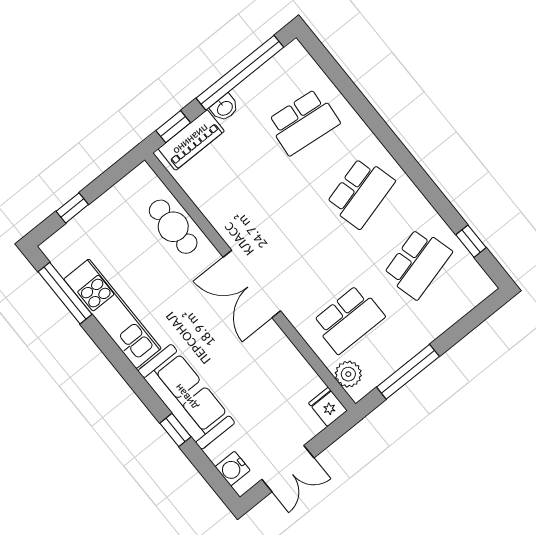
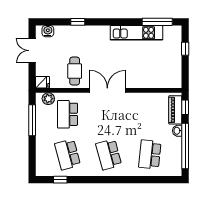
cafe table: (173, 227) -> (75, 71), moved, turned 90
sofa: (186, 397) -> (86, 35), removed

